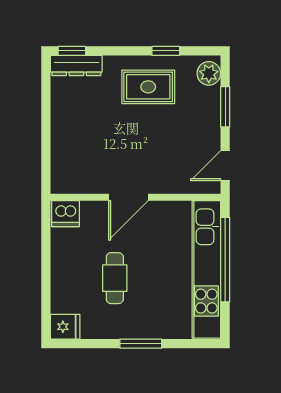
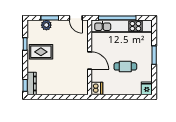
plant: (209, 73) -> (46, 25), moved
rug: (148, 87) -> (41, 52), turned 90

